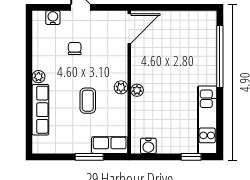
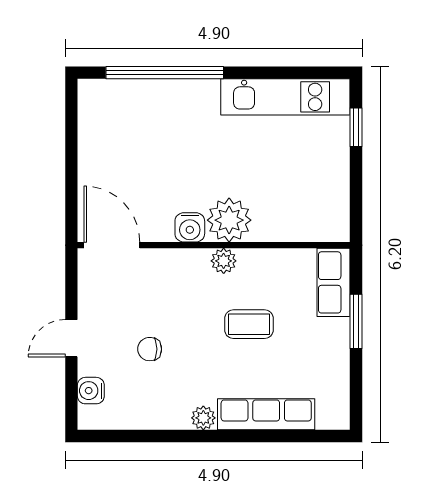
plant: (137, 90) -> (229, 220), width x1.88, depth x1.88
water cooler: (148, 146) -> (190, 227), moved, turned 90

